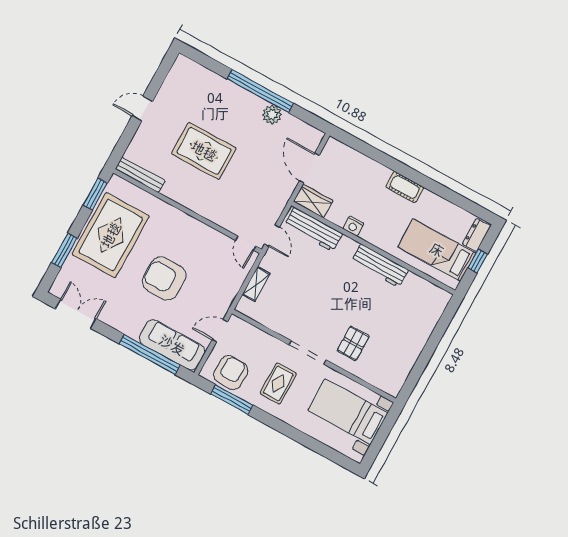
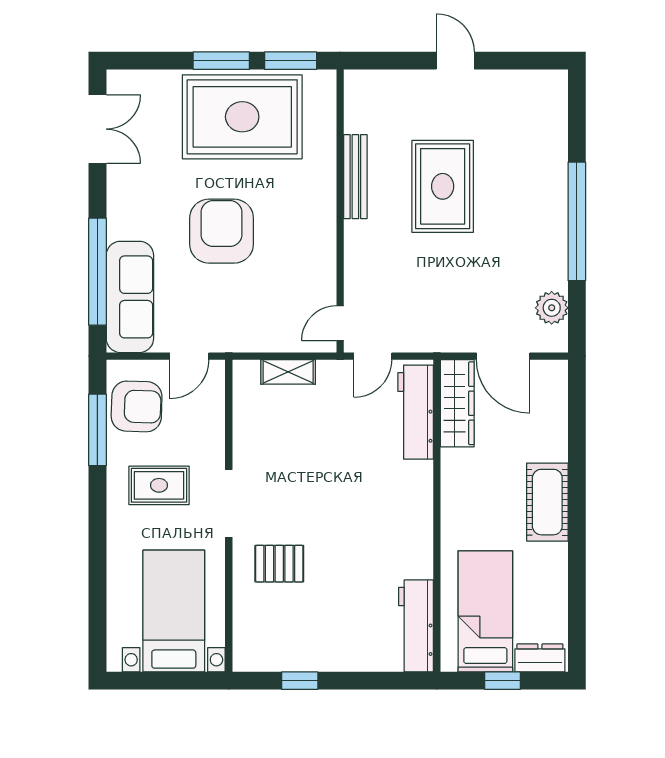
plant: (272, 115) -> (552, 308), moved
door: (309, 168) -> (503, 356), swing flipped
bench: (140, 175) -> (355, 177), moved
cot: (405, 187) -> (547, 502), width x1.37, depth x1.34
wardrobe: (313, 201) -> (457, 403), width x1.50
nightstand: (353, 226) -> (453, 468), removed
window: (64, 250) -> (221, 61), moved
workbench: (380, 266) -> (416, 626), moved
door: (220, 331) -> (189, 356), swing flipped
window: (420, 366) -> (300, 681), added

